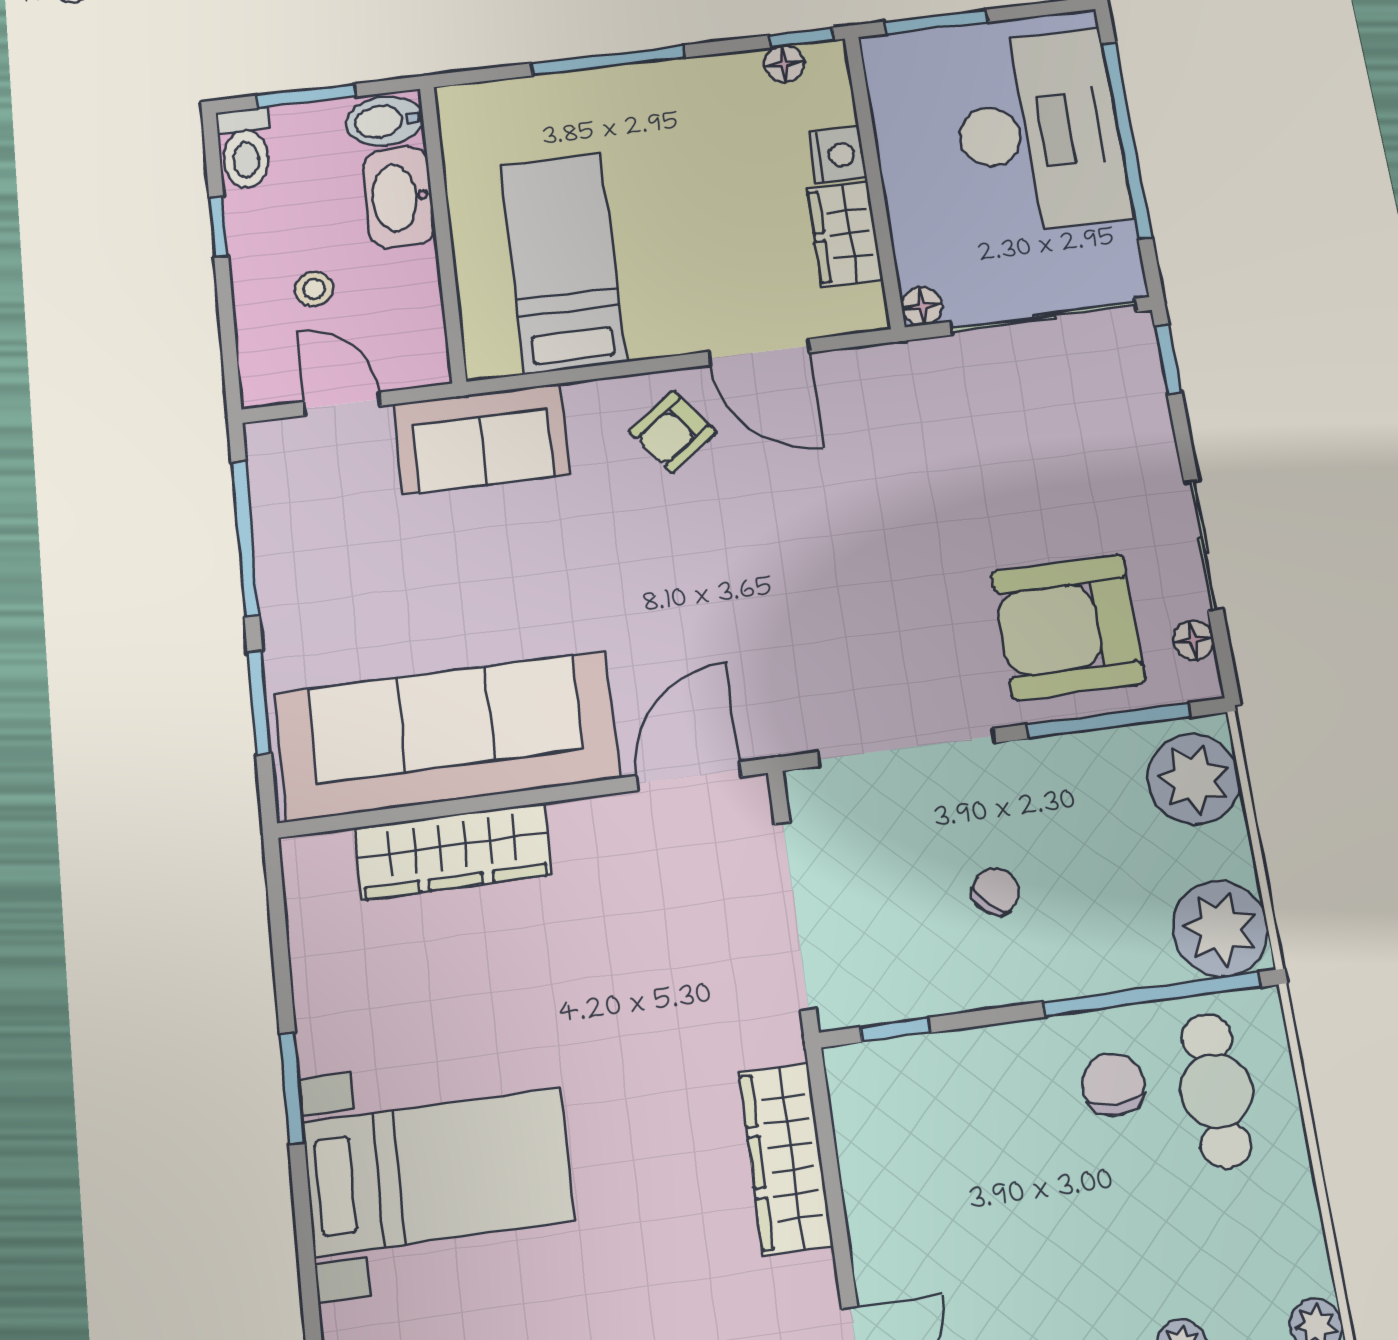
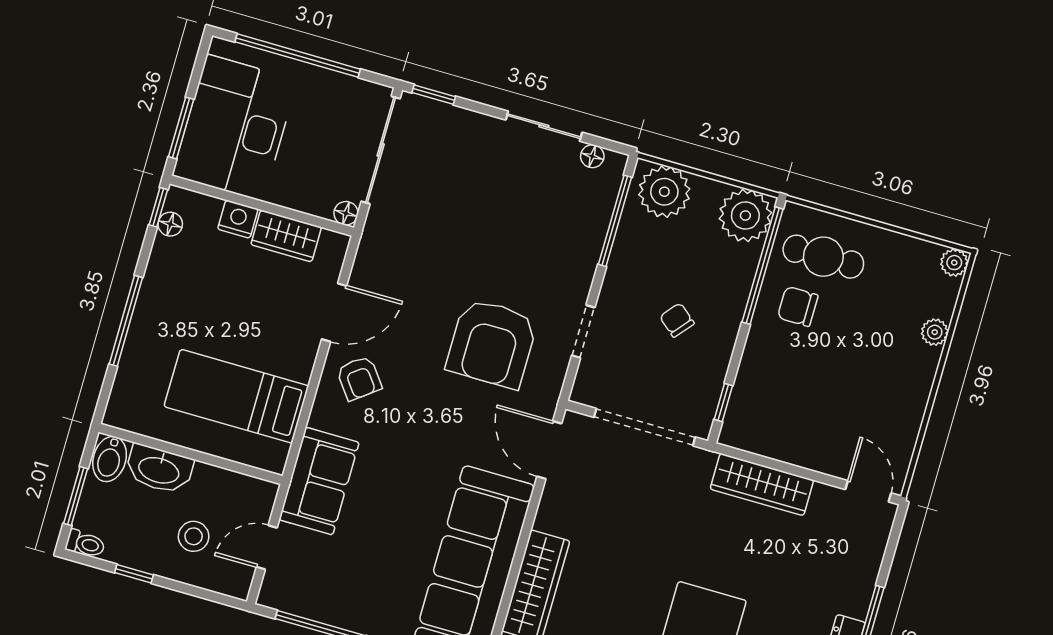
desk: (1039, 131) -> (235, 128), moved, turned -90
toilet: (245, 149) -> (85, 544), width x0.73, depth x0.72
stool: (314, 289) -> (194, 536), width x1.37, depth x1.37
armchair: (1068, 627) -> (492, 343), moved
doorway: (907, 747) -> (583, 331), width x0.53

